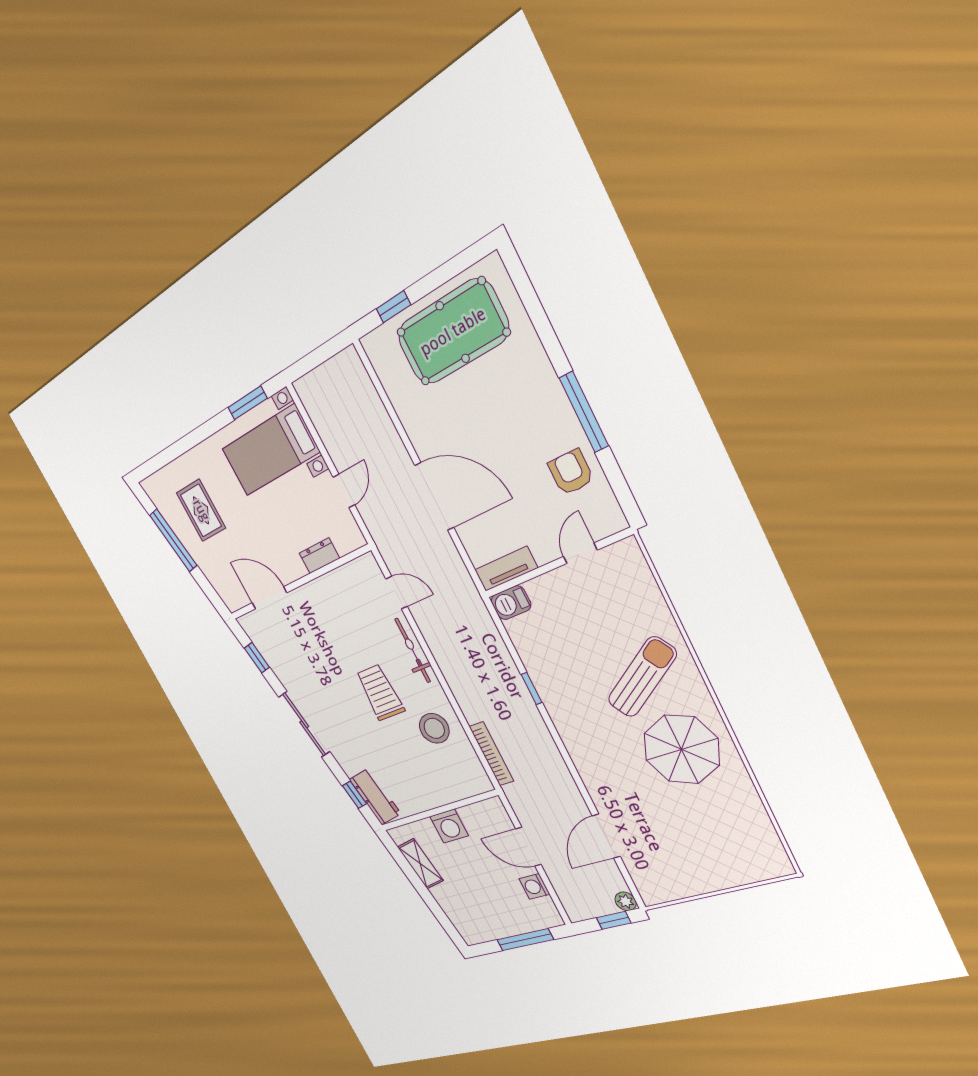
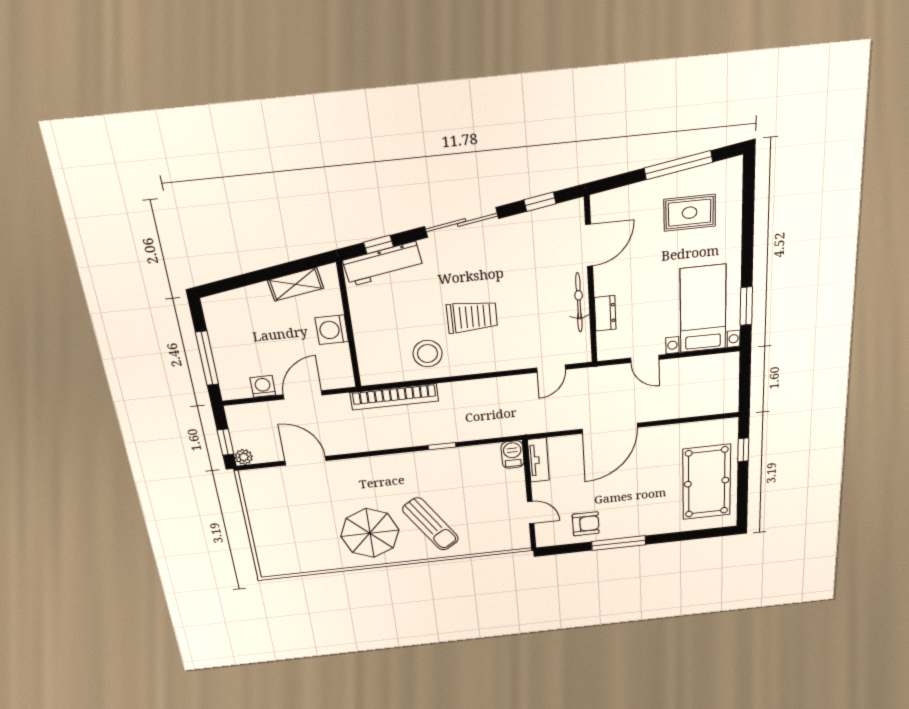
bicycle: (413, 650) -> (579, 303), moved, turned -90
bookcase: (492, 754) -> (394, 397), width x1.48, depth x1.31
workbench: (375, 797) -> (383, 264), width x1.38

